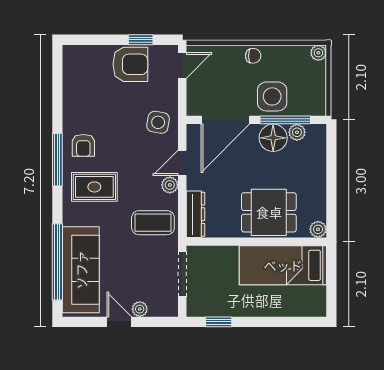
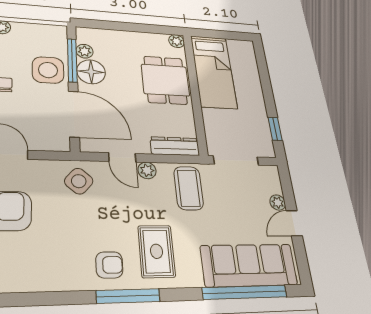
side table: (158, 122) -> (79, 181), turned 32

